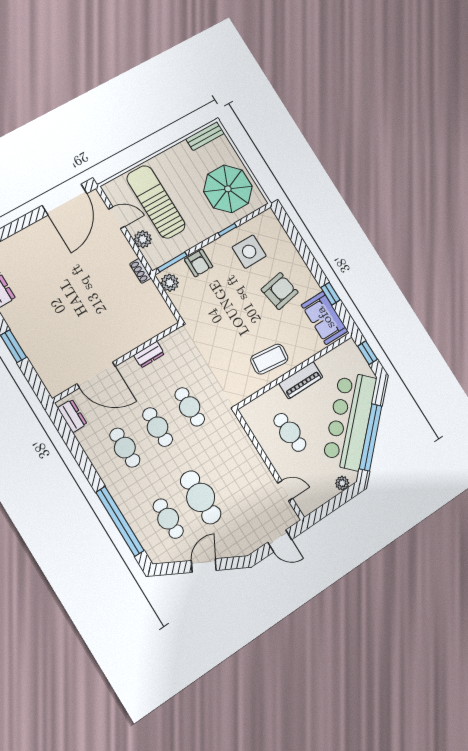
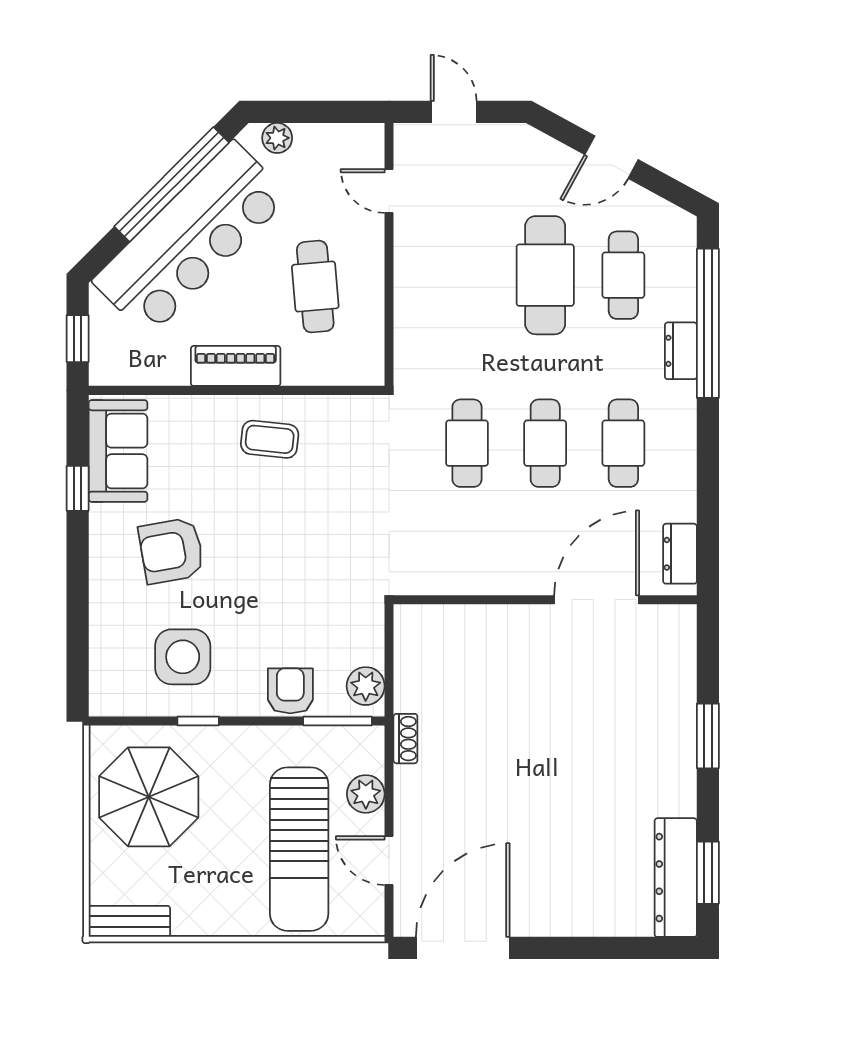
dresser: (149, 354) -> (681, 351), moved, turned -90
coffee table: (269, 359) -> (270, 439), width x0.73, depth x0.77
door: (96, 375) -> (597, 600), hinge flipped

